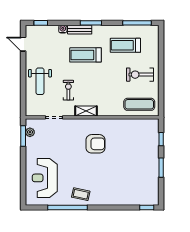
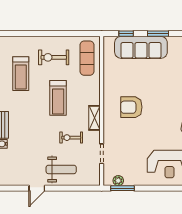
door: (23, 44) -> (37, 188), moved
treadmill: (85, 55) -> (58, 98), moved
exercise bike: (140, 75) -> (54, 57), turned 90
armchair: (96, 144) -> (131, 107), turned -90
sofa: (149, 152) -> (141, 47), added

